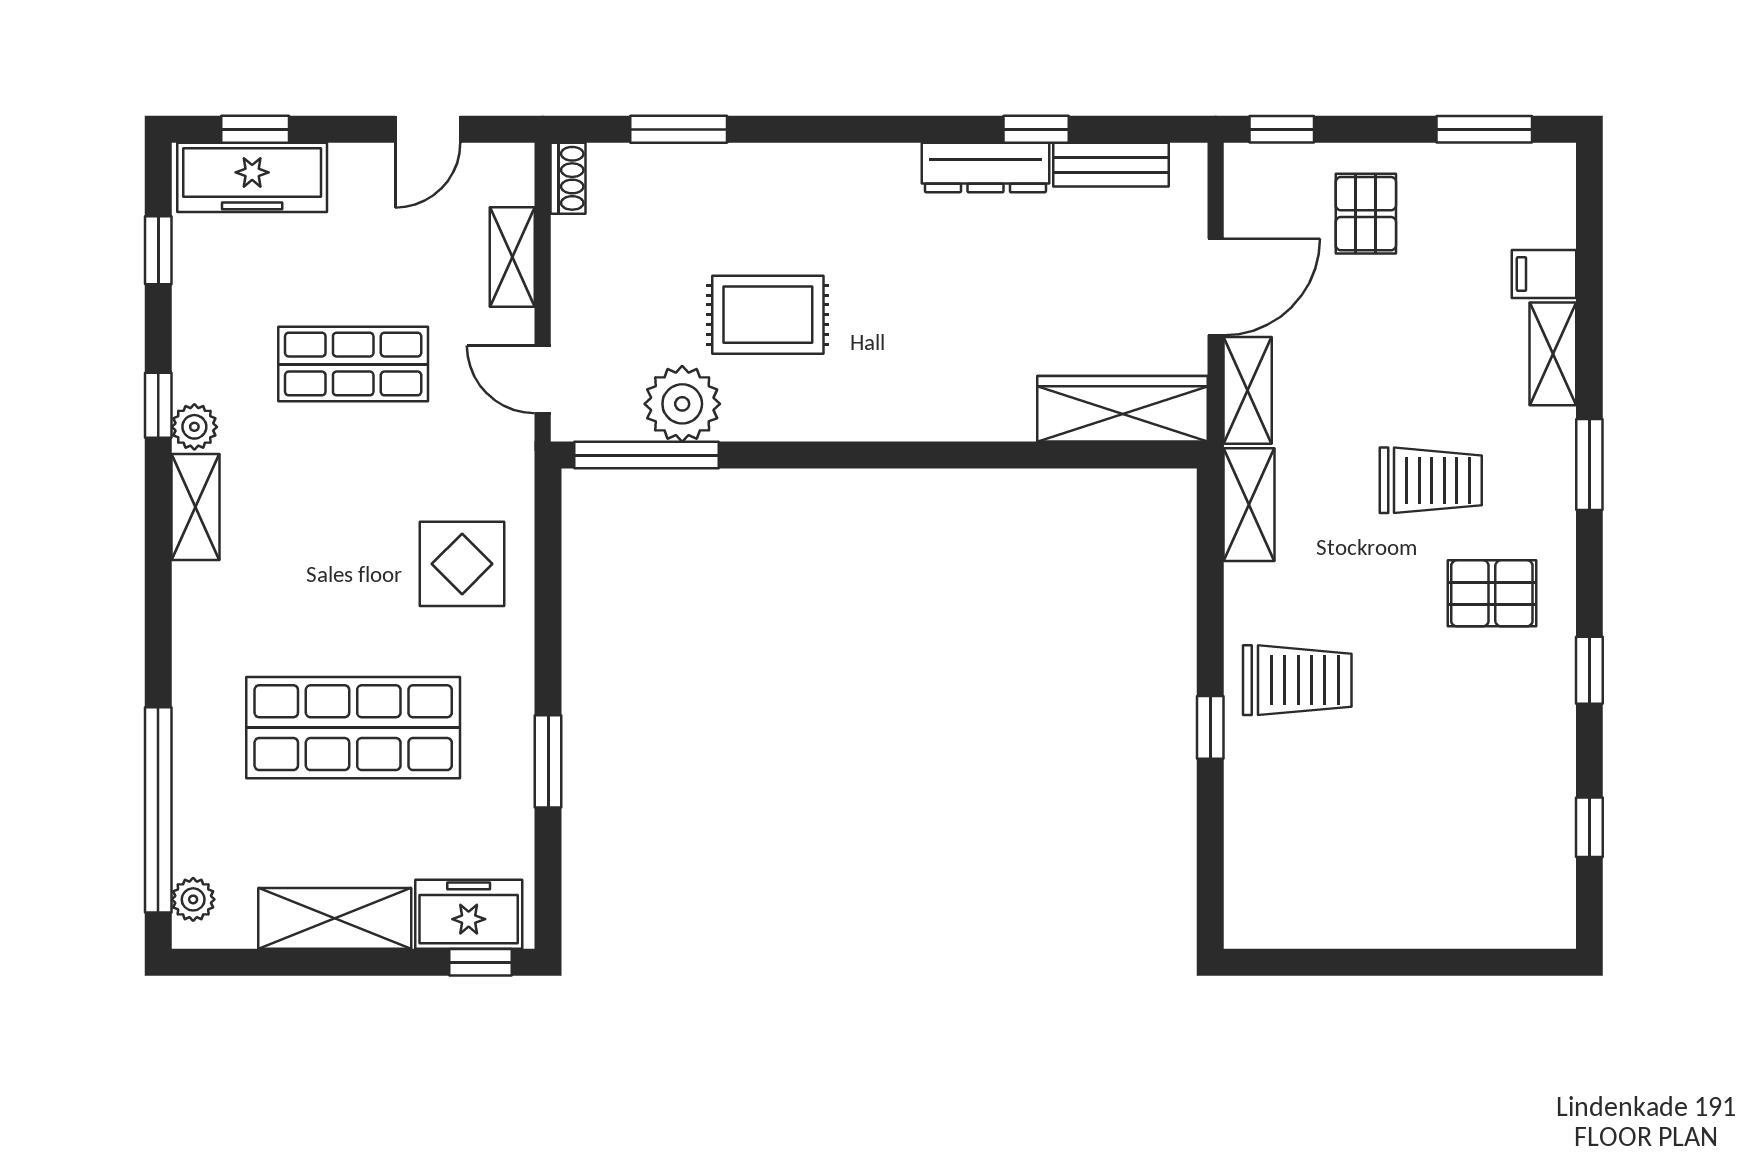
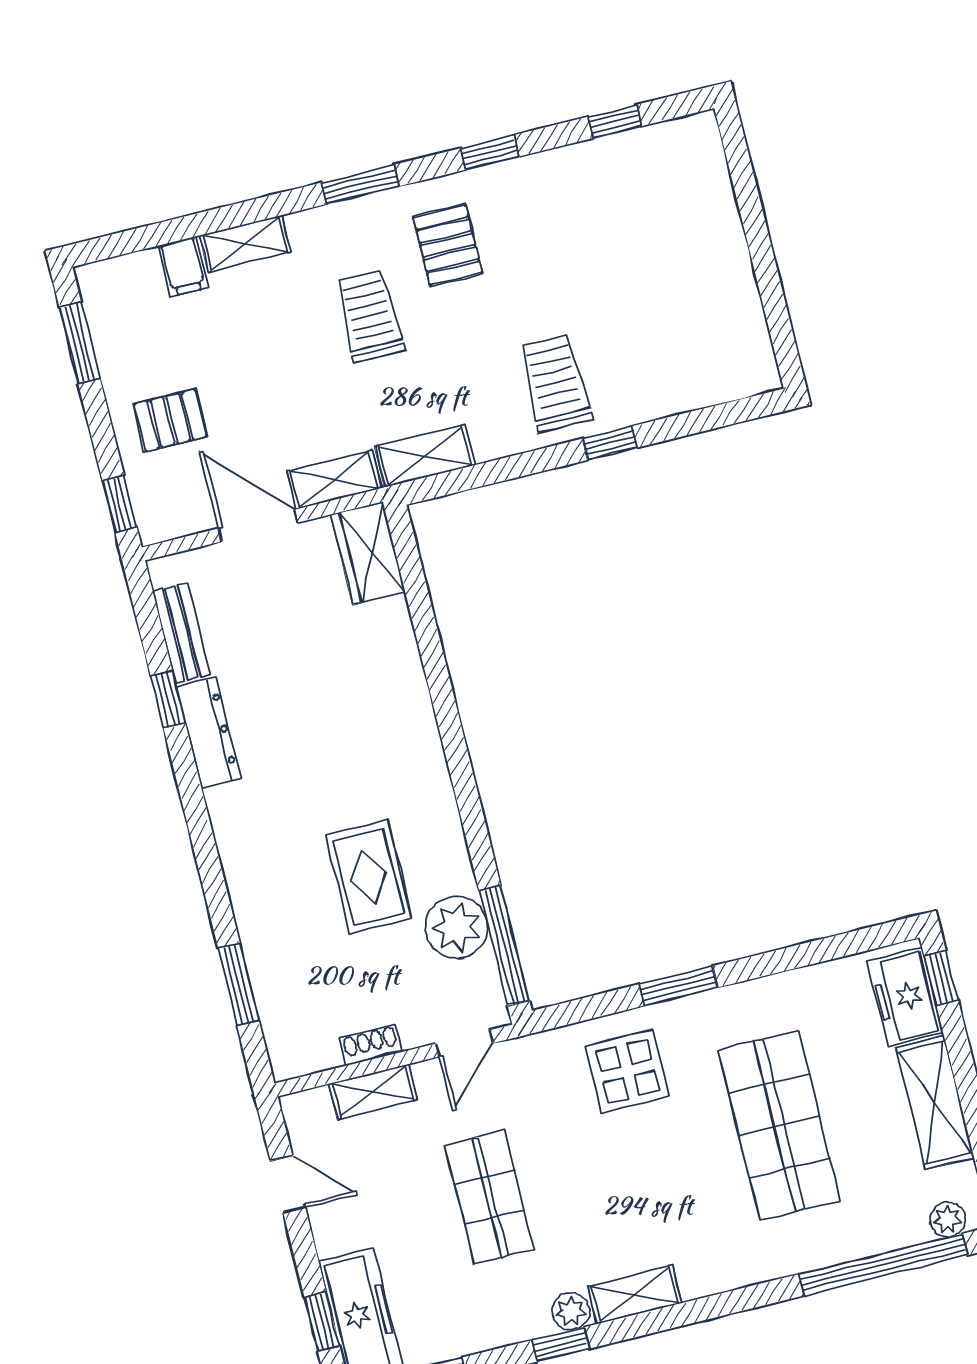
shoe rack: (568, 178) -> (371, 1045), moved
wardrobe: (1122, 409) -> (368, 553), width x0.67
window: (1589, 464) -> (360, 184), moved
window: (548, 761) -> (679, 986), moved

